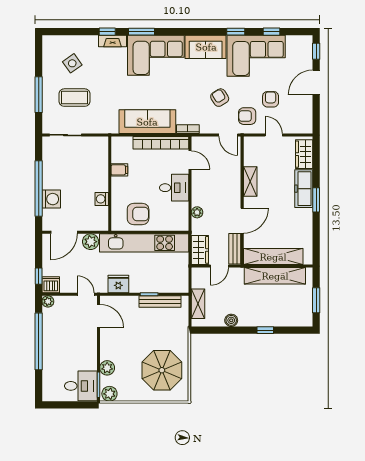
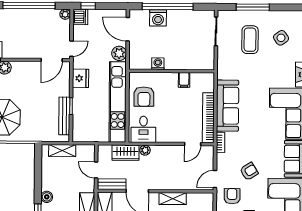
desk: (174, 188) -> (143, 129), moved
wardrobe: (200, 250) -> (126, 153), moved
boiler: (231, 320) -> (47, 197), moved

